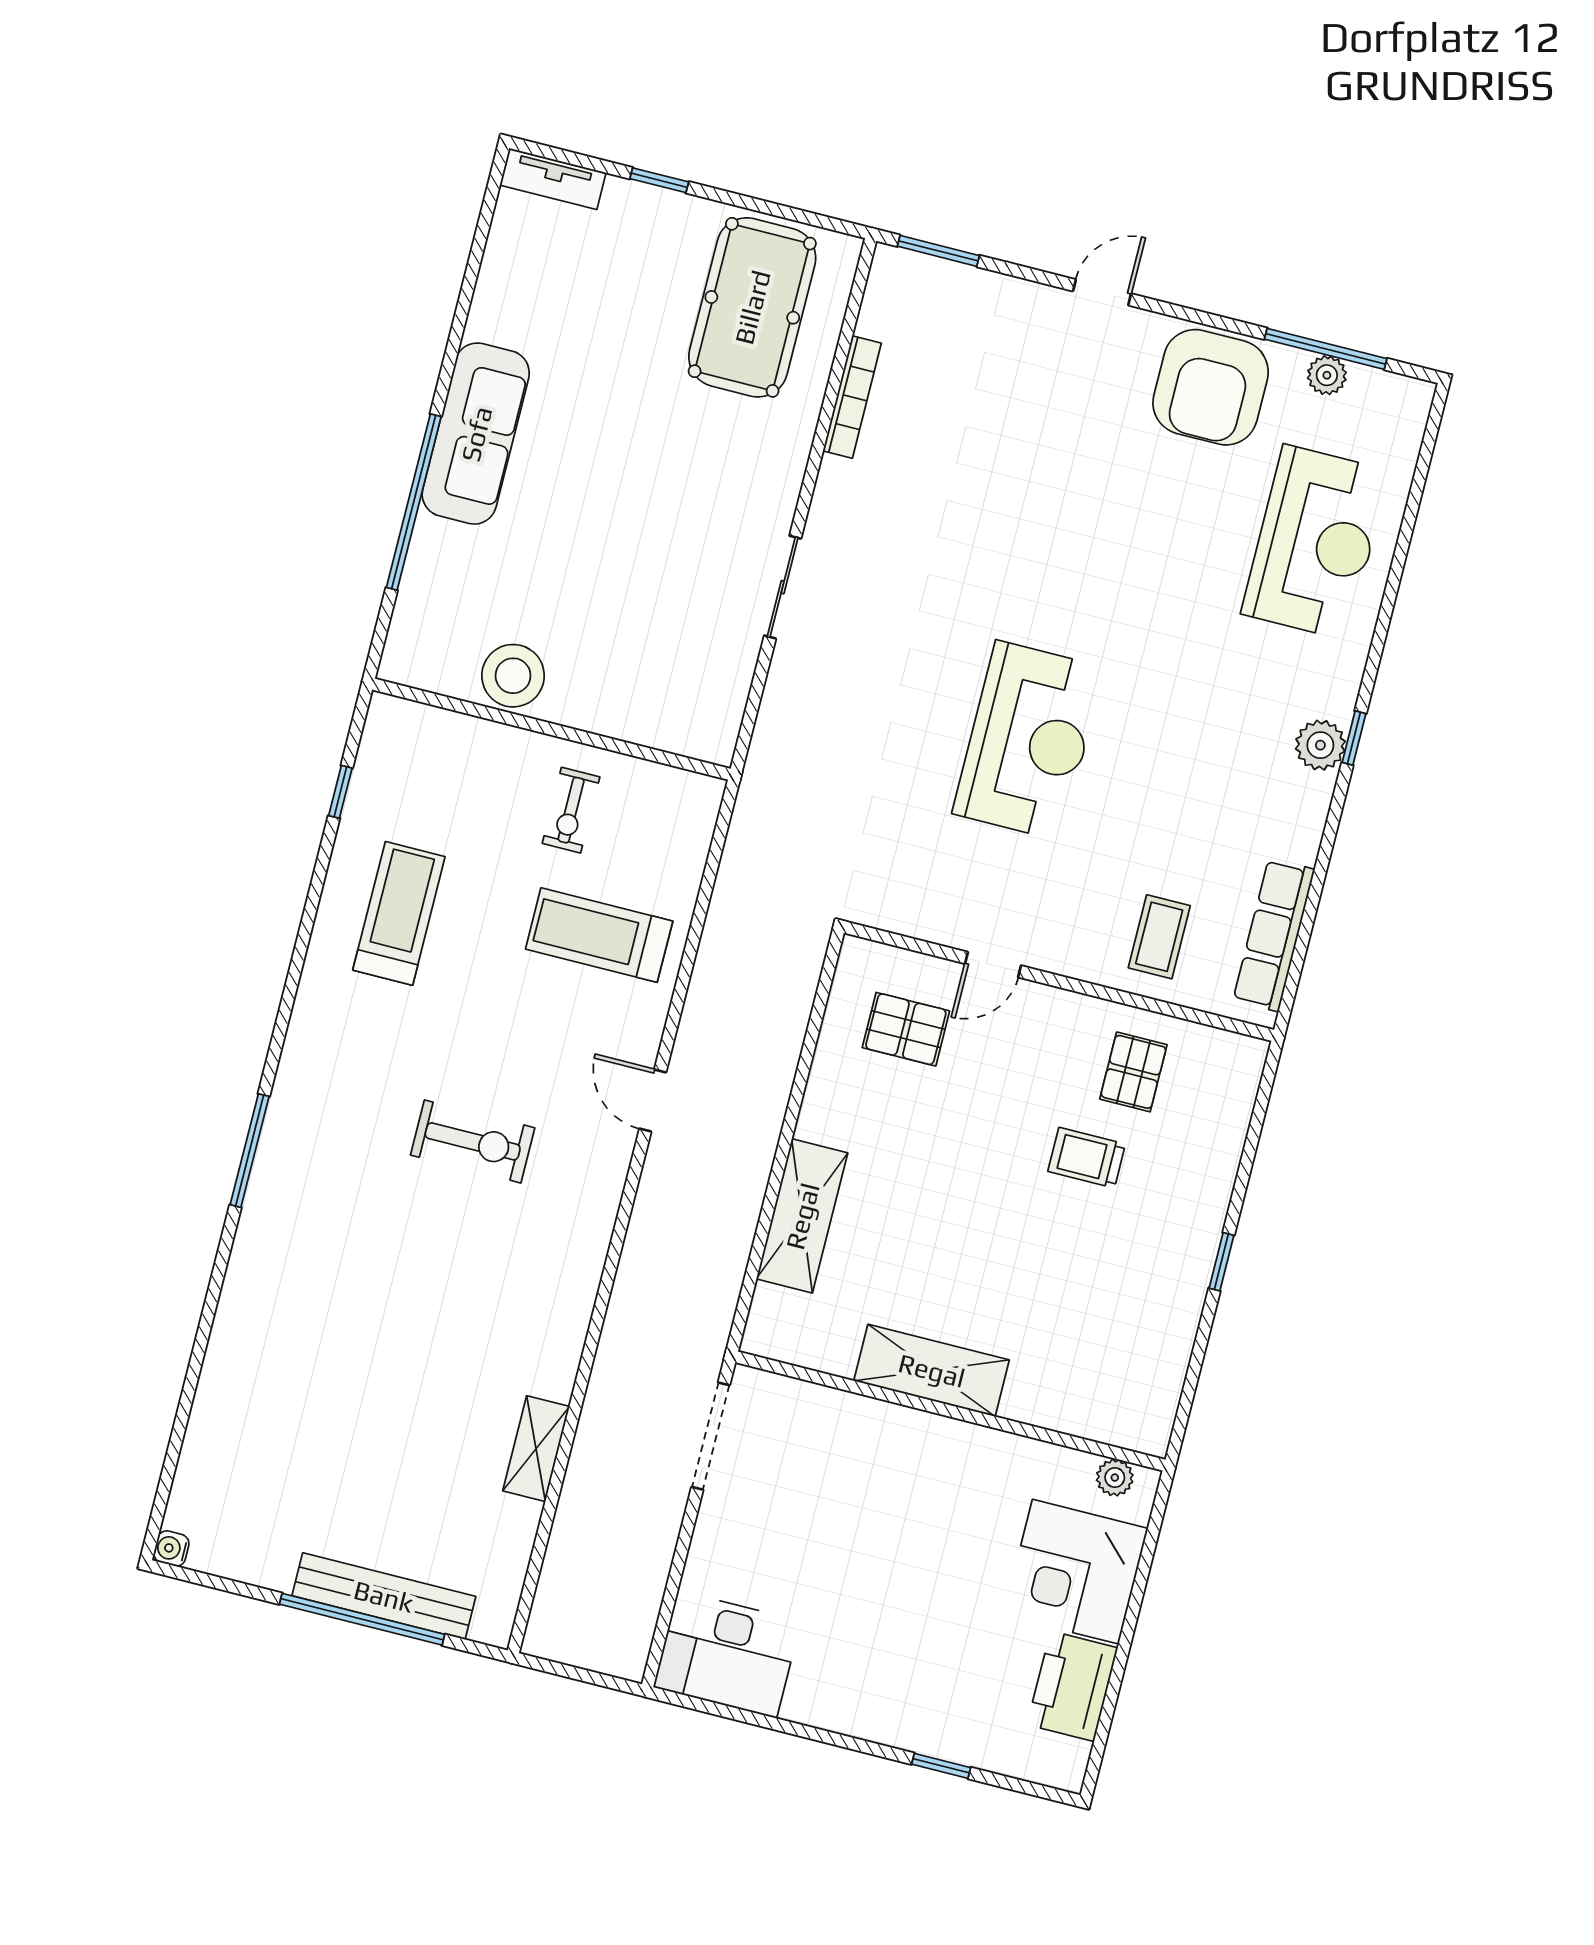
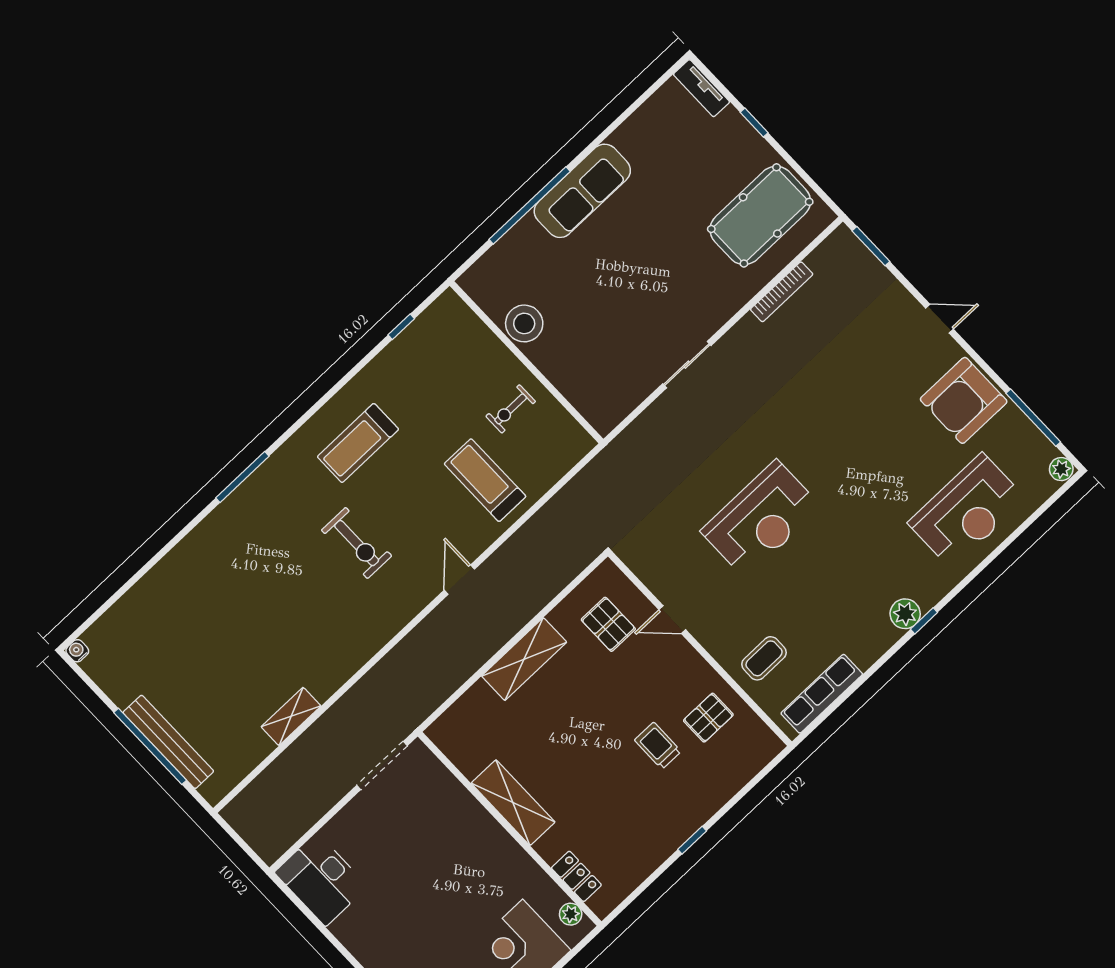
plant: (1327, 375) -> (1061, 469), moved
treadmill: (399, 913) -> (358, 443), moved, turned 180
shelving: (802, 1216) -> (524, 659), moved
locker: (1089, 1418) -> (576, 876), added

